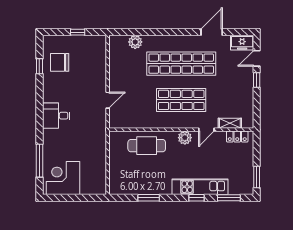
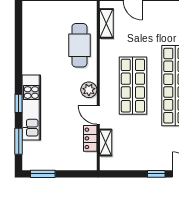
shelving: (128, 123) -> (106, 23), added
locker: (237, 136) -> (90, 138), moved
window: (149, 198) -> (19, 47), removed

